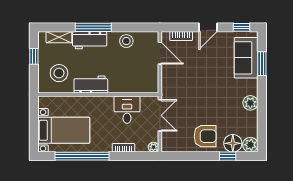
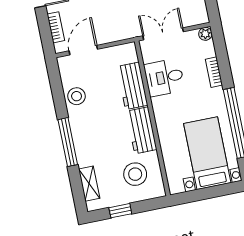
workbench: (90, 40) -> (132, 86), moved, turned 180

